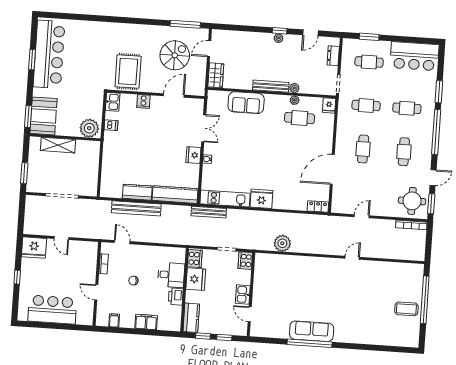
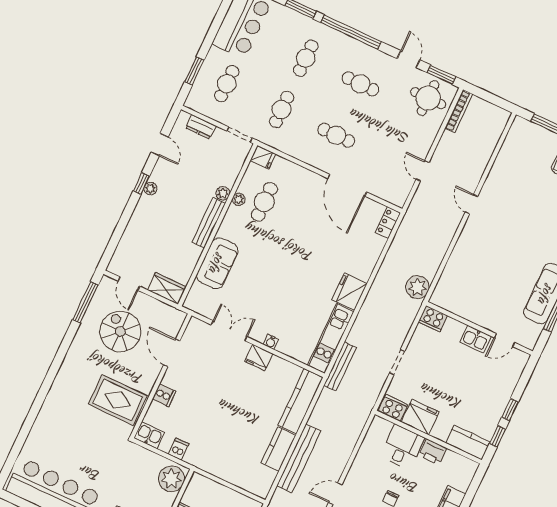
cooker: (245, 261) -> (433, 319), moved
kitchen sink: (243, 294) -> (476, 339), moved
wall: (251, 294) -> (479, 328), moved
door: (250, 314) -> (504, 340), moved

